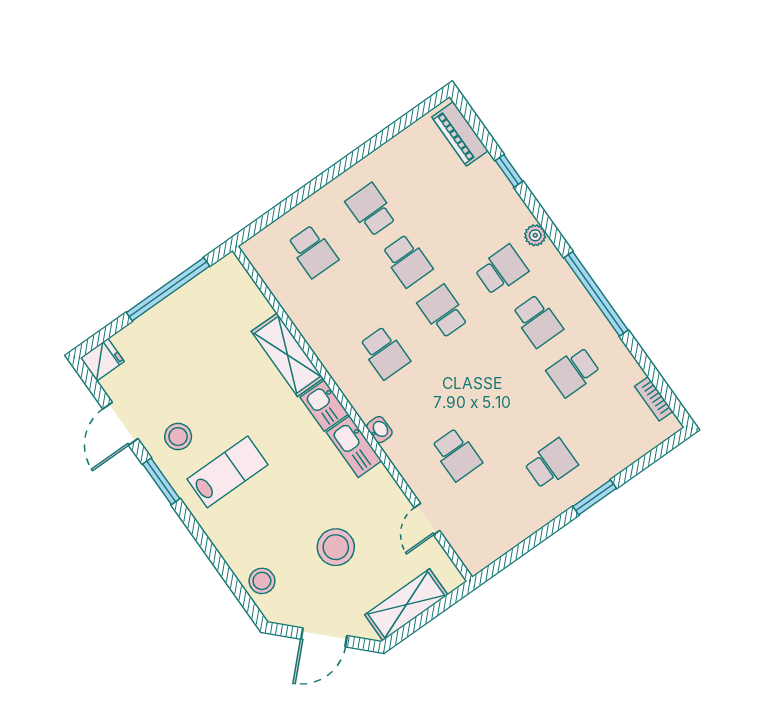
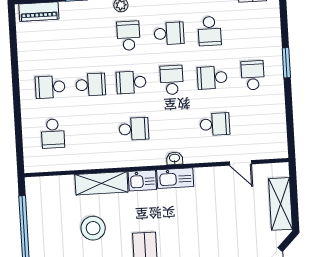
school desk: (313, 251) -> (53, 134), turned 90
school desk: (479, 362) -> (172, 80), added
school desk: (515, 413) -> (212, 78), added
stool: (336, 547) -> (93, 228), moved

